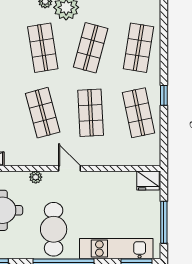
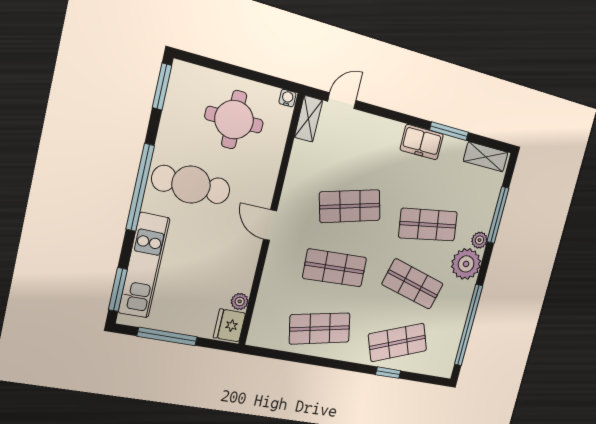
shop shelf: (138, 48) -> (398, 342), turned -30
window: (164, 95) -> (388, 373), moved
door: (70, 168) -> (270, 225), swing flipped
plant: (36, 177) -> (240, 301), moved

